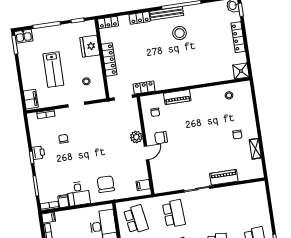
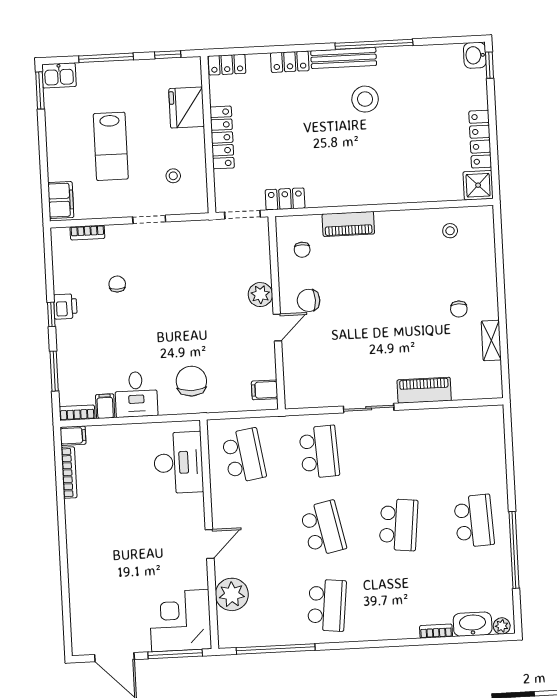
locker: (238, 37) -> (480, 139), moved

